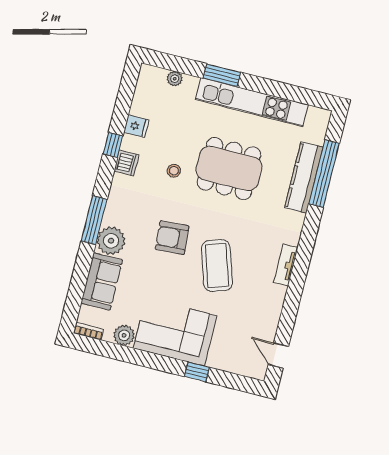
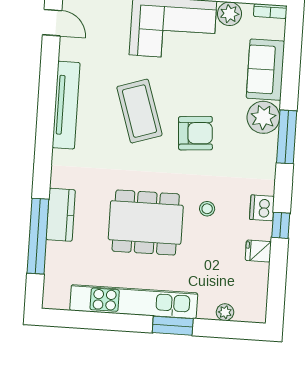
kitchen counter: (304, 177) -> (61, 215), width x0.67
tv unit: (286, 265) -> (66, 105), width x1.92, depth x1.29

